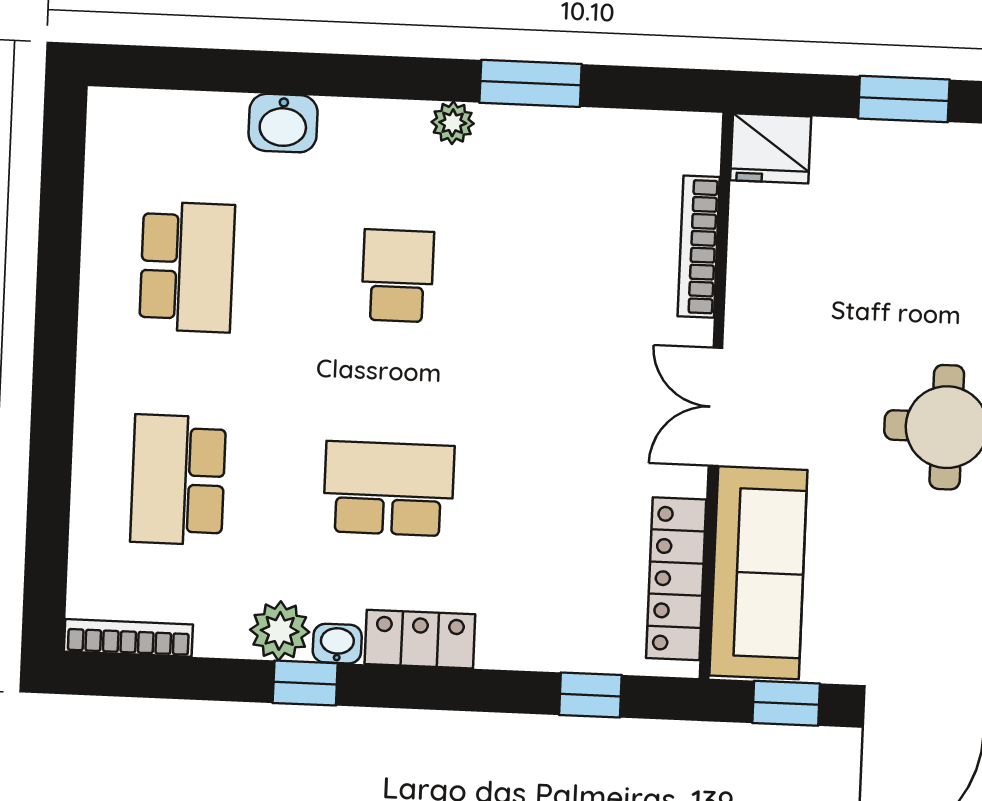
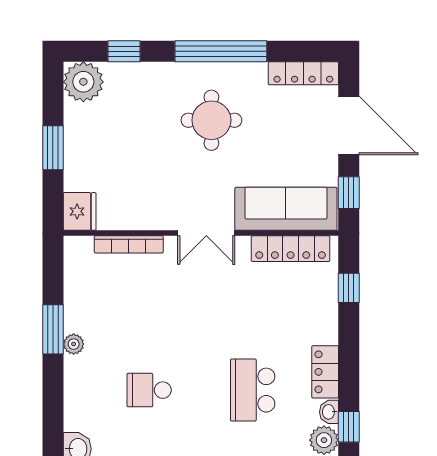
plant: (453, 123) -> (74, 344), moved

